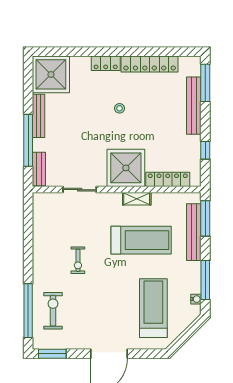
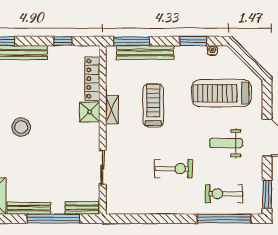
stool: (120, 108) -> (21, 127), width x1.89, depth x1.89
shower: (126, 168) -> (90, 112), width x0.54, depth x0.54
treadmill: (141, 240) -> (153, 105), width x0.73, depth x0.73
exercise bike: (78, 260) -> (174, 169), width x1.38, depth x1.39
window: (205, 280) -> (193, 41), width x0.69
weight bench: (103, 313) -> (226, 143), added

